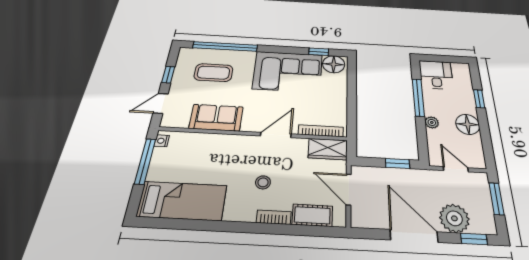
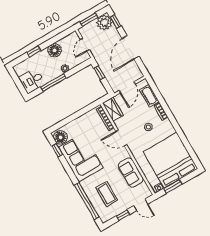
window: (145, 161) -> (173, 186), width x0.69
bed: (182, 201) -> (171, 160), width x2.04
plant: (454, 218) -> (104, 22), moved

